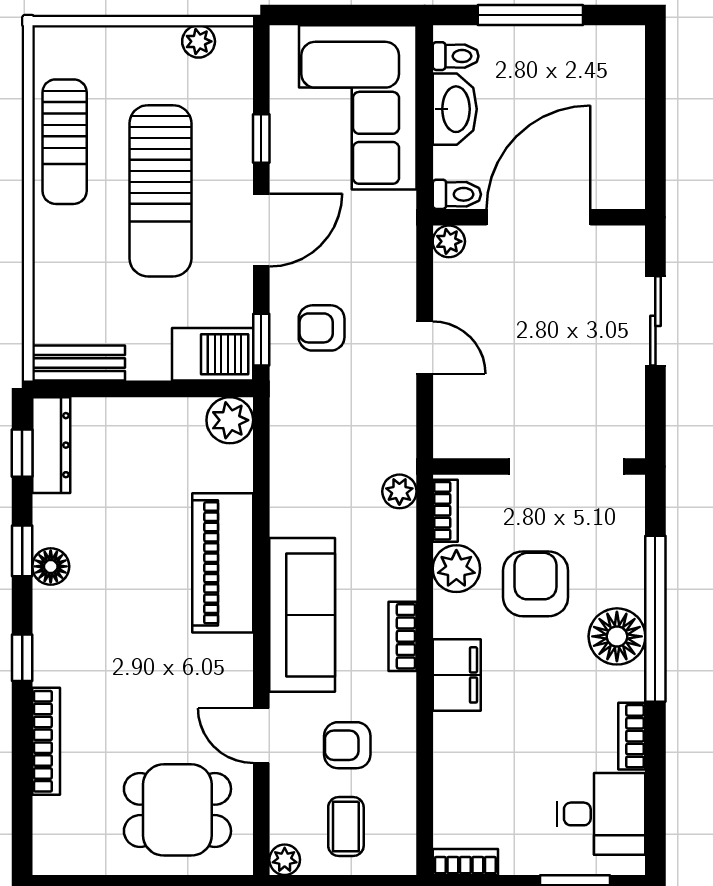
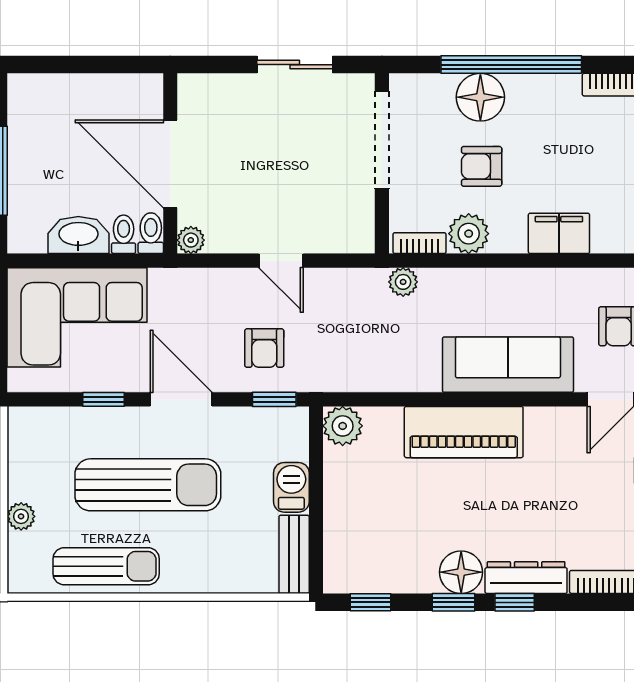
plant: (199, 41) -> (21, 516), moved
toilet: (456, 56) -> (124, 234), moved
sliding door: (655, 321) -> (295, 65), moved
door: (425, 348) -> (281, 261), swing flipped
barbecue: (213, 354) -> (291, 487), moved, width x0.73, depth x0.79
dresser: (51, 445) -> (526, 578), moved
floor lamp: (51, 566) -> (461, 572), width x1.38, depth x1.38
armchair: (536, 584) -> (482, 166), width x0.72, depth x0.72
bookcase: (403, 636) -> (526, 279), removed
floor lamp: (617, 636) -> (480, 97), moved
window: (22, 658) -> (515, 602), moved

